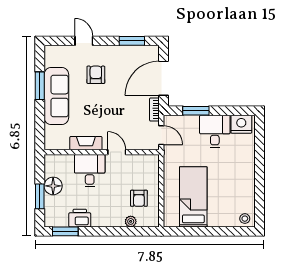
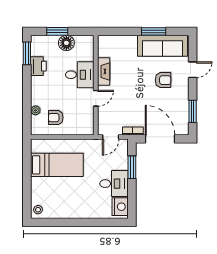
sofa: (56, 96) -> (162, 46), moved

